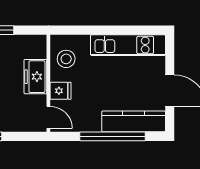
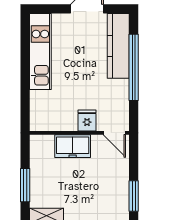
stool: (66, 59) -> (54, 115), removed
door: (48, 117) -> (114, 133), swing flipped

